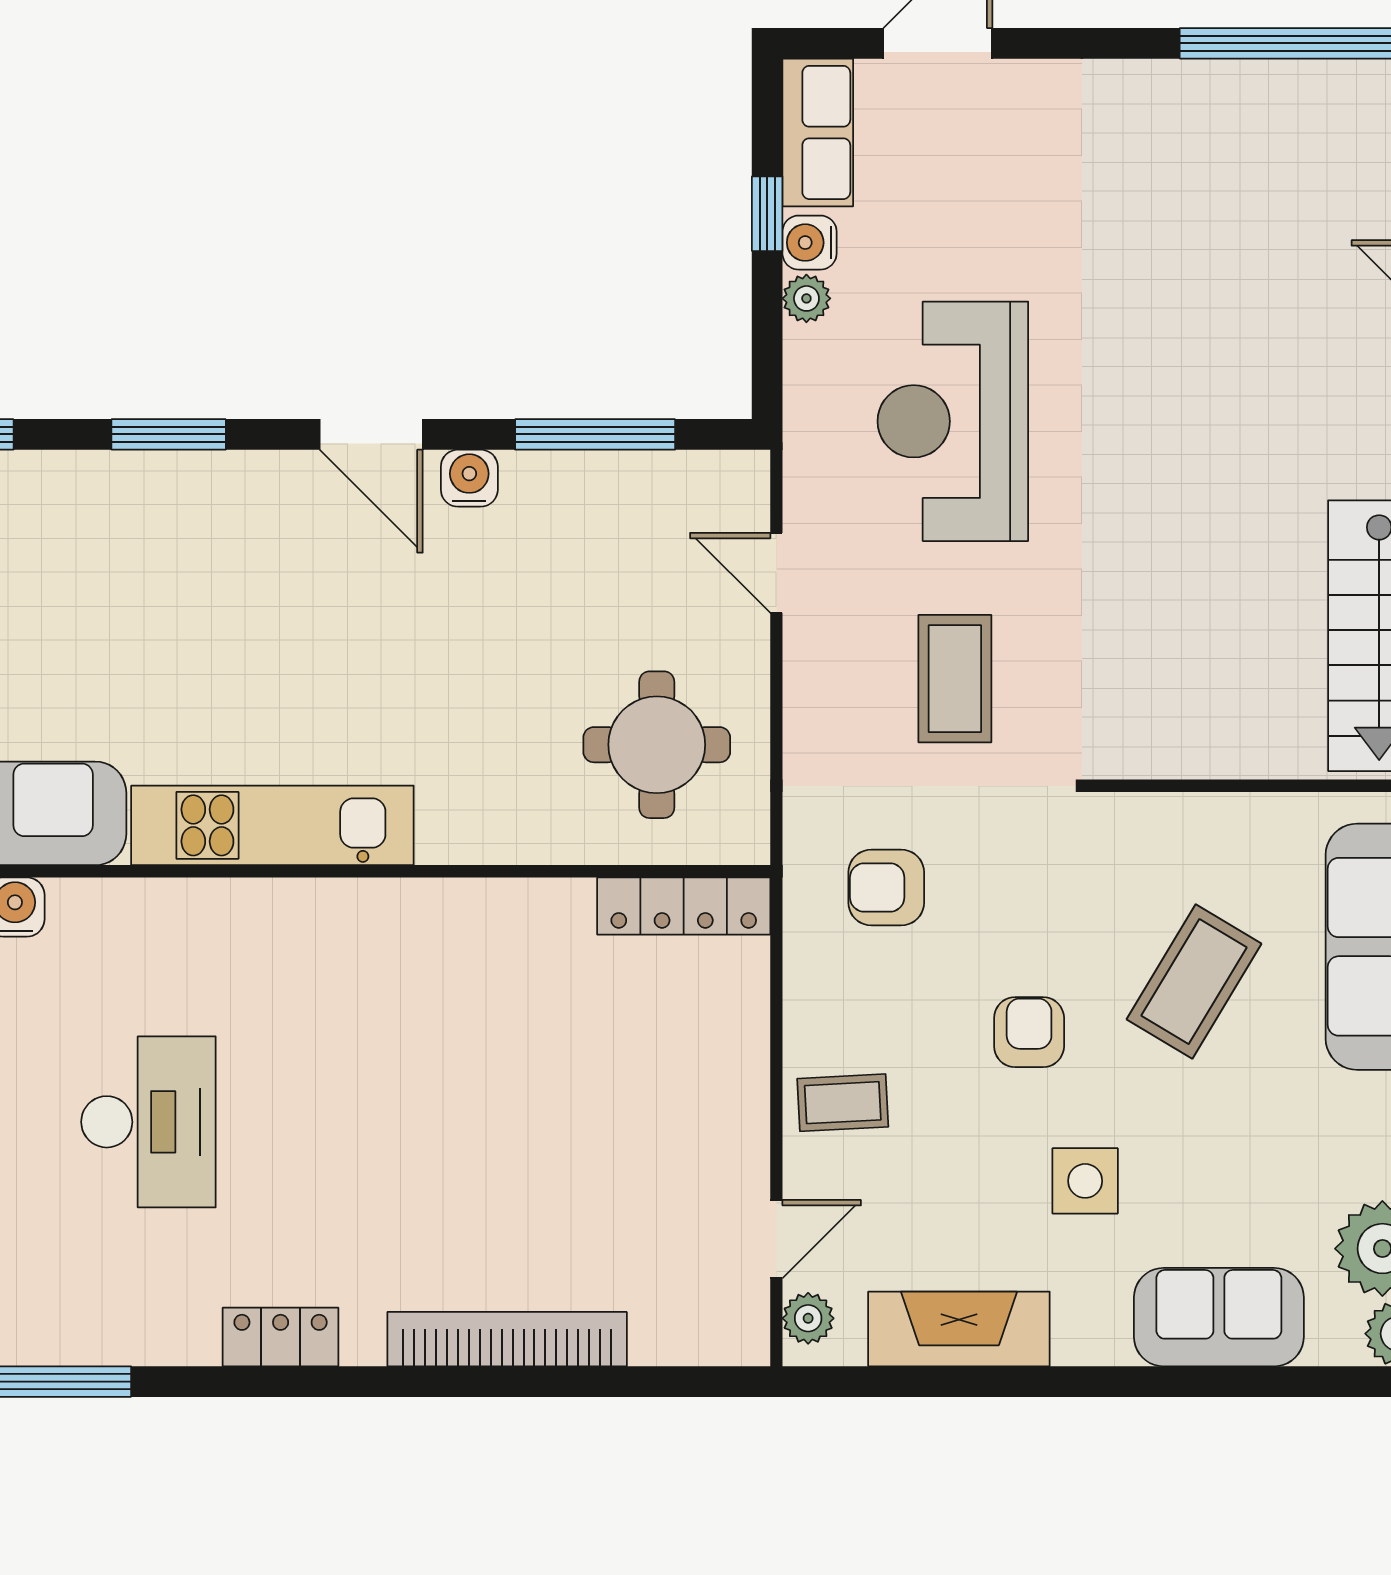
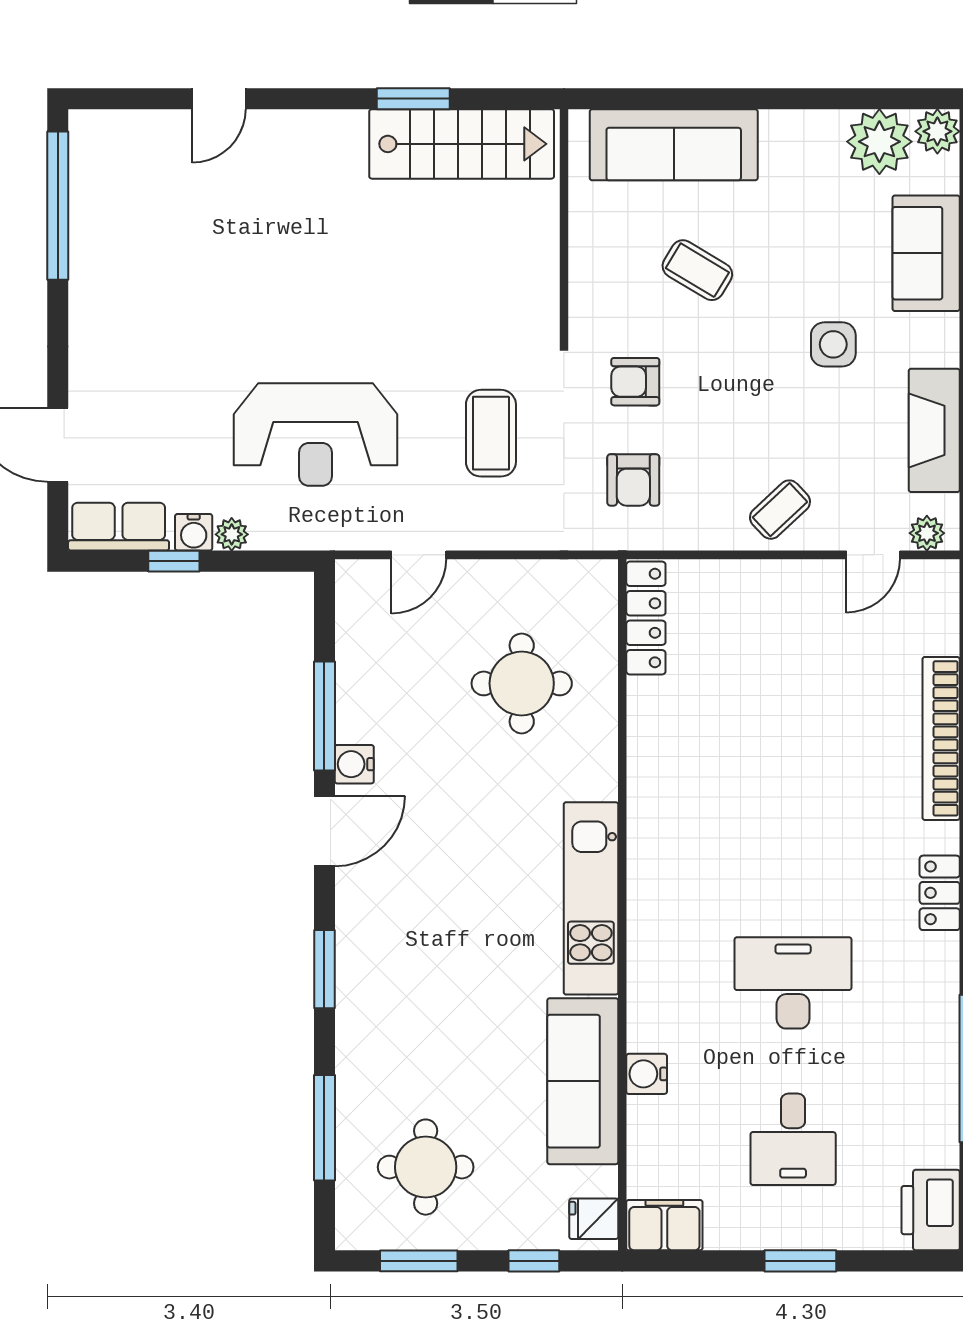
window: (595, 434) -> (324, 716), moved
coffee table: (955, 679) -> (491, 433), turned 90
round table: (657, 745) -> (522, 683), moved
coffee table: (1194, 982) -> (697, 270), width x0.73, depth x0.77
armchair: (1029, 1032) -> (635, 382), moved
coffee table: (843, 1103) -> (780, 510), turned 50
door: (776, 1239) -> (873, 555), swing flipped

